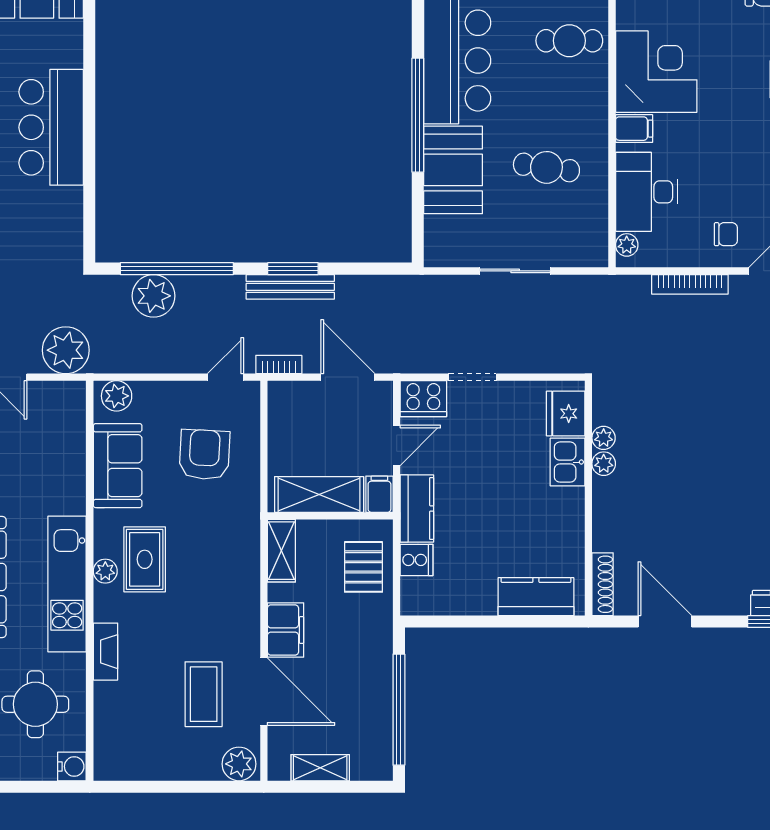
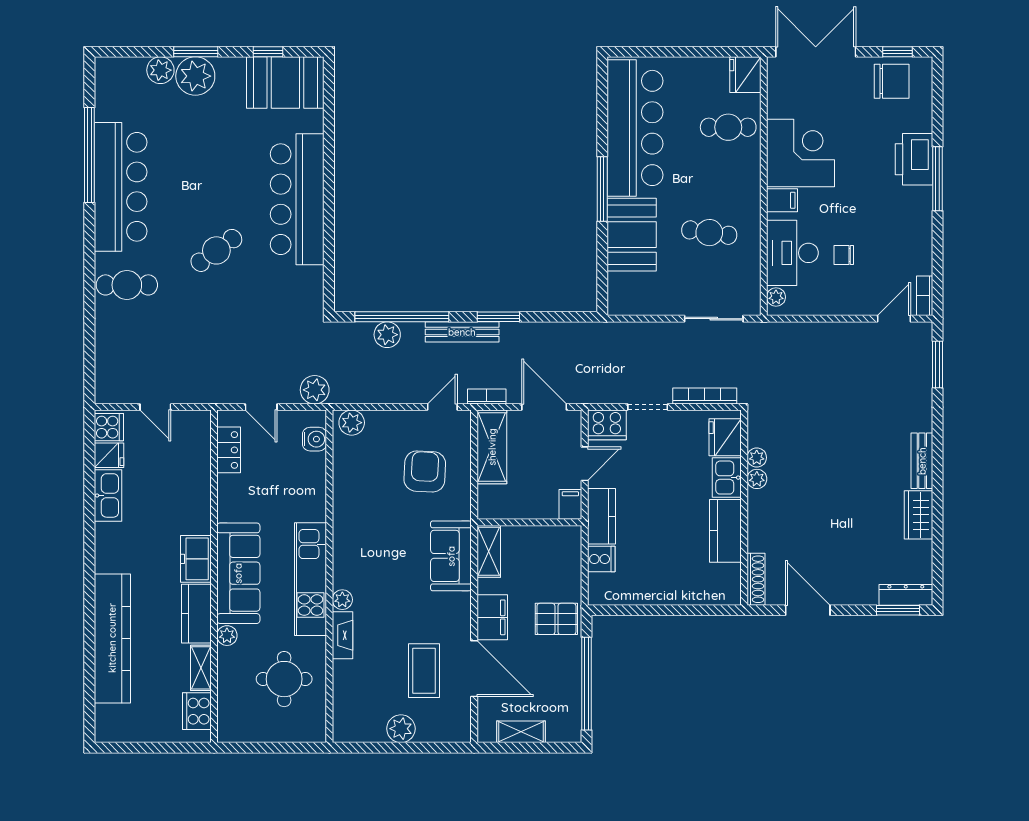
window: (418, 115) -> (602, 189), width x0.68
bar counter: (51, 127) -> (297, 199), width x1.36
chair: (726, 234) -> (844, 255), moved, turned 180
sliding door: (515, 271) -> (714, 319), moved
bookcase: (690, 284) -> (705, 396), moved, turned 180
bench: (290, 287) -> (462, 332), moved
plant: (154, 296) -> (387, 335), width x0.73, depth x0.73
plant: (66, 350) -> (315, 390), width x0.73, depth x0.73
sofa: (118, 466) -> (451, 556), moved, turned 180
shelving: (319, 495) -> (492, 447), moved, turned 90
rug: (145, 559) -> (375, 559), removed
pallet: (364, 567) -> (556, 619), moved, turned 90
plant: (105, 571) -> (342, 600), moved
kitchen counter: (536, 597) -> (725, 531), moved, turned -90
plant: (239, 764) -> (401, 729), moved
water cooler: (72, 766) -> (315, 439), moved

